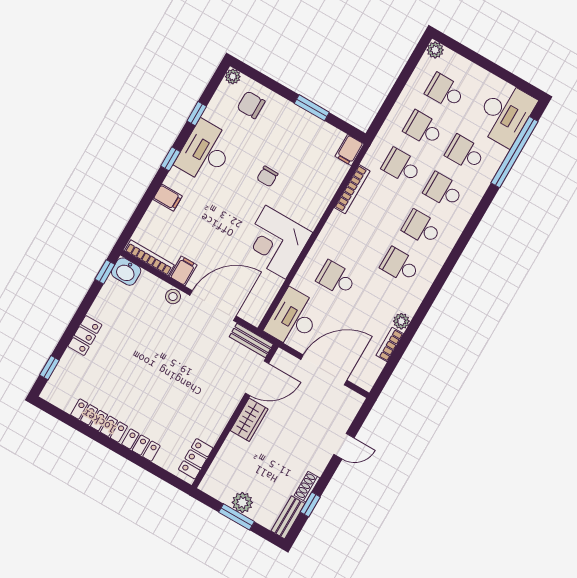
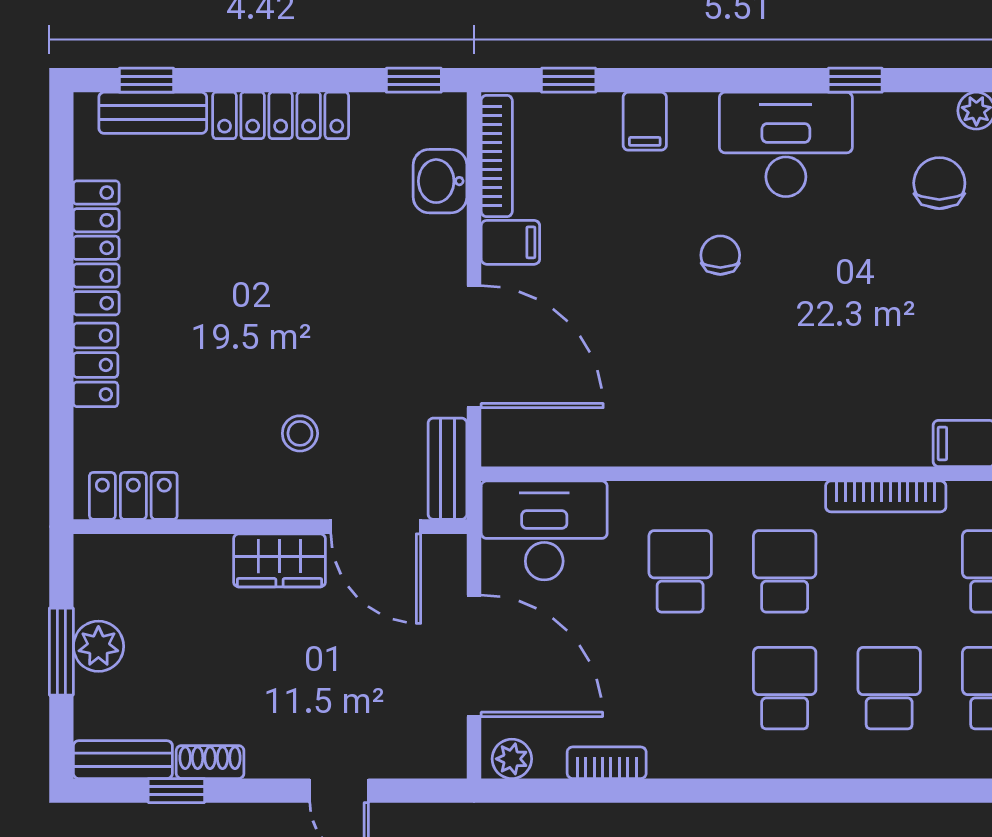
window: (170, 159) -> (569, 80), moved
chair: (267, 176) -> (720, 255), moved, turned 90
school desk: (358, 241) -> (785, 571), added
corner desk: (276, 242) -> (682, 401), removed
washbasin: (126, 272) -> (440, 181), moved
stool: (173, 297) -> (300, 433), moved
plant: (401, 321) -> (512, 759), moved
locker: (85, 336) -> (281, 115), width x1.53
bench: (62, 372) -> (153, 113), added

